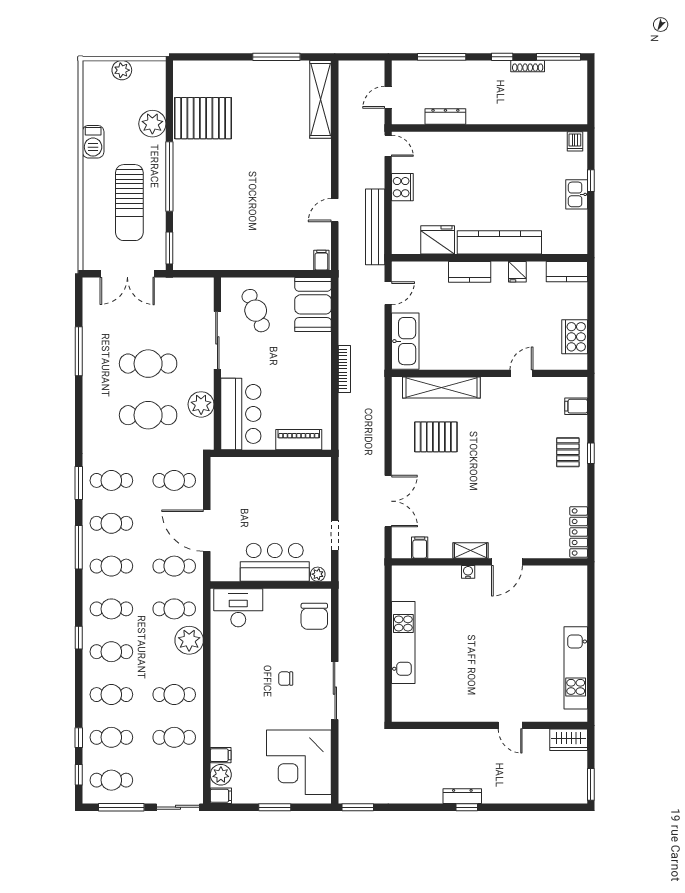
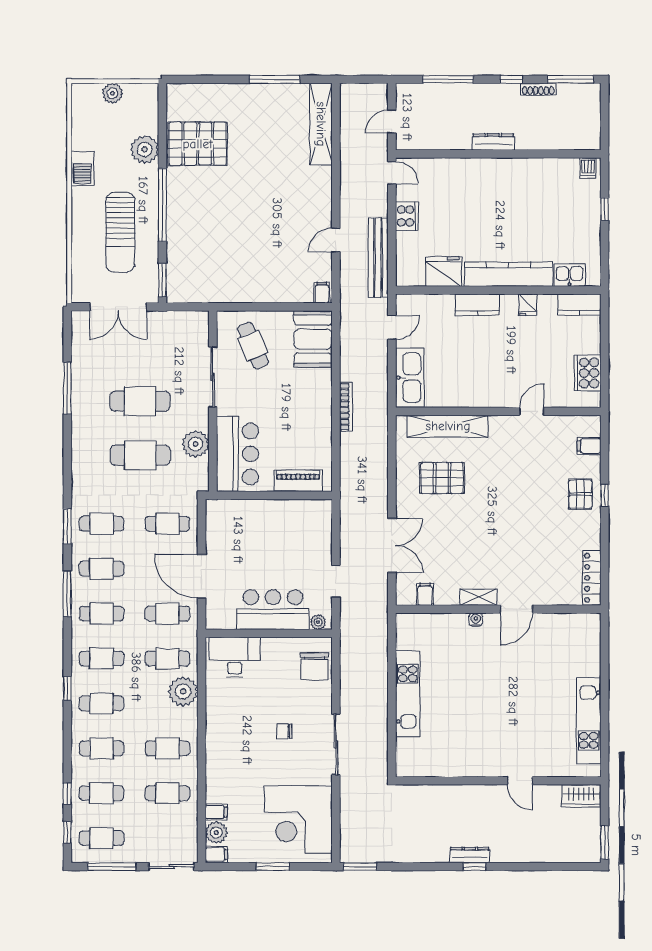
dresser: (445, 116) -> (493, 142), moved
kitchen sink: (577, 194) -> (570, 275), moved, turned 90

